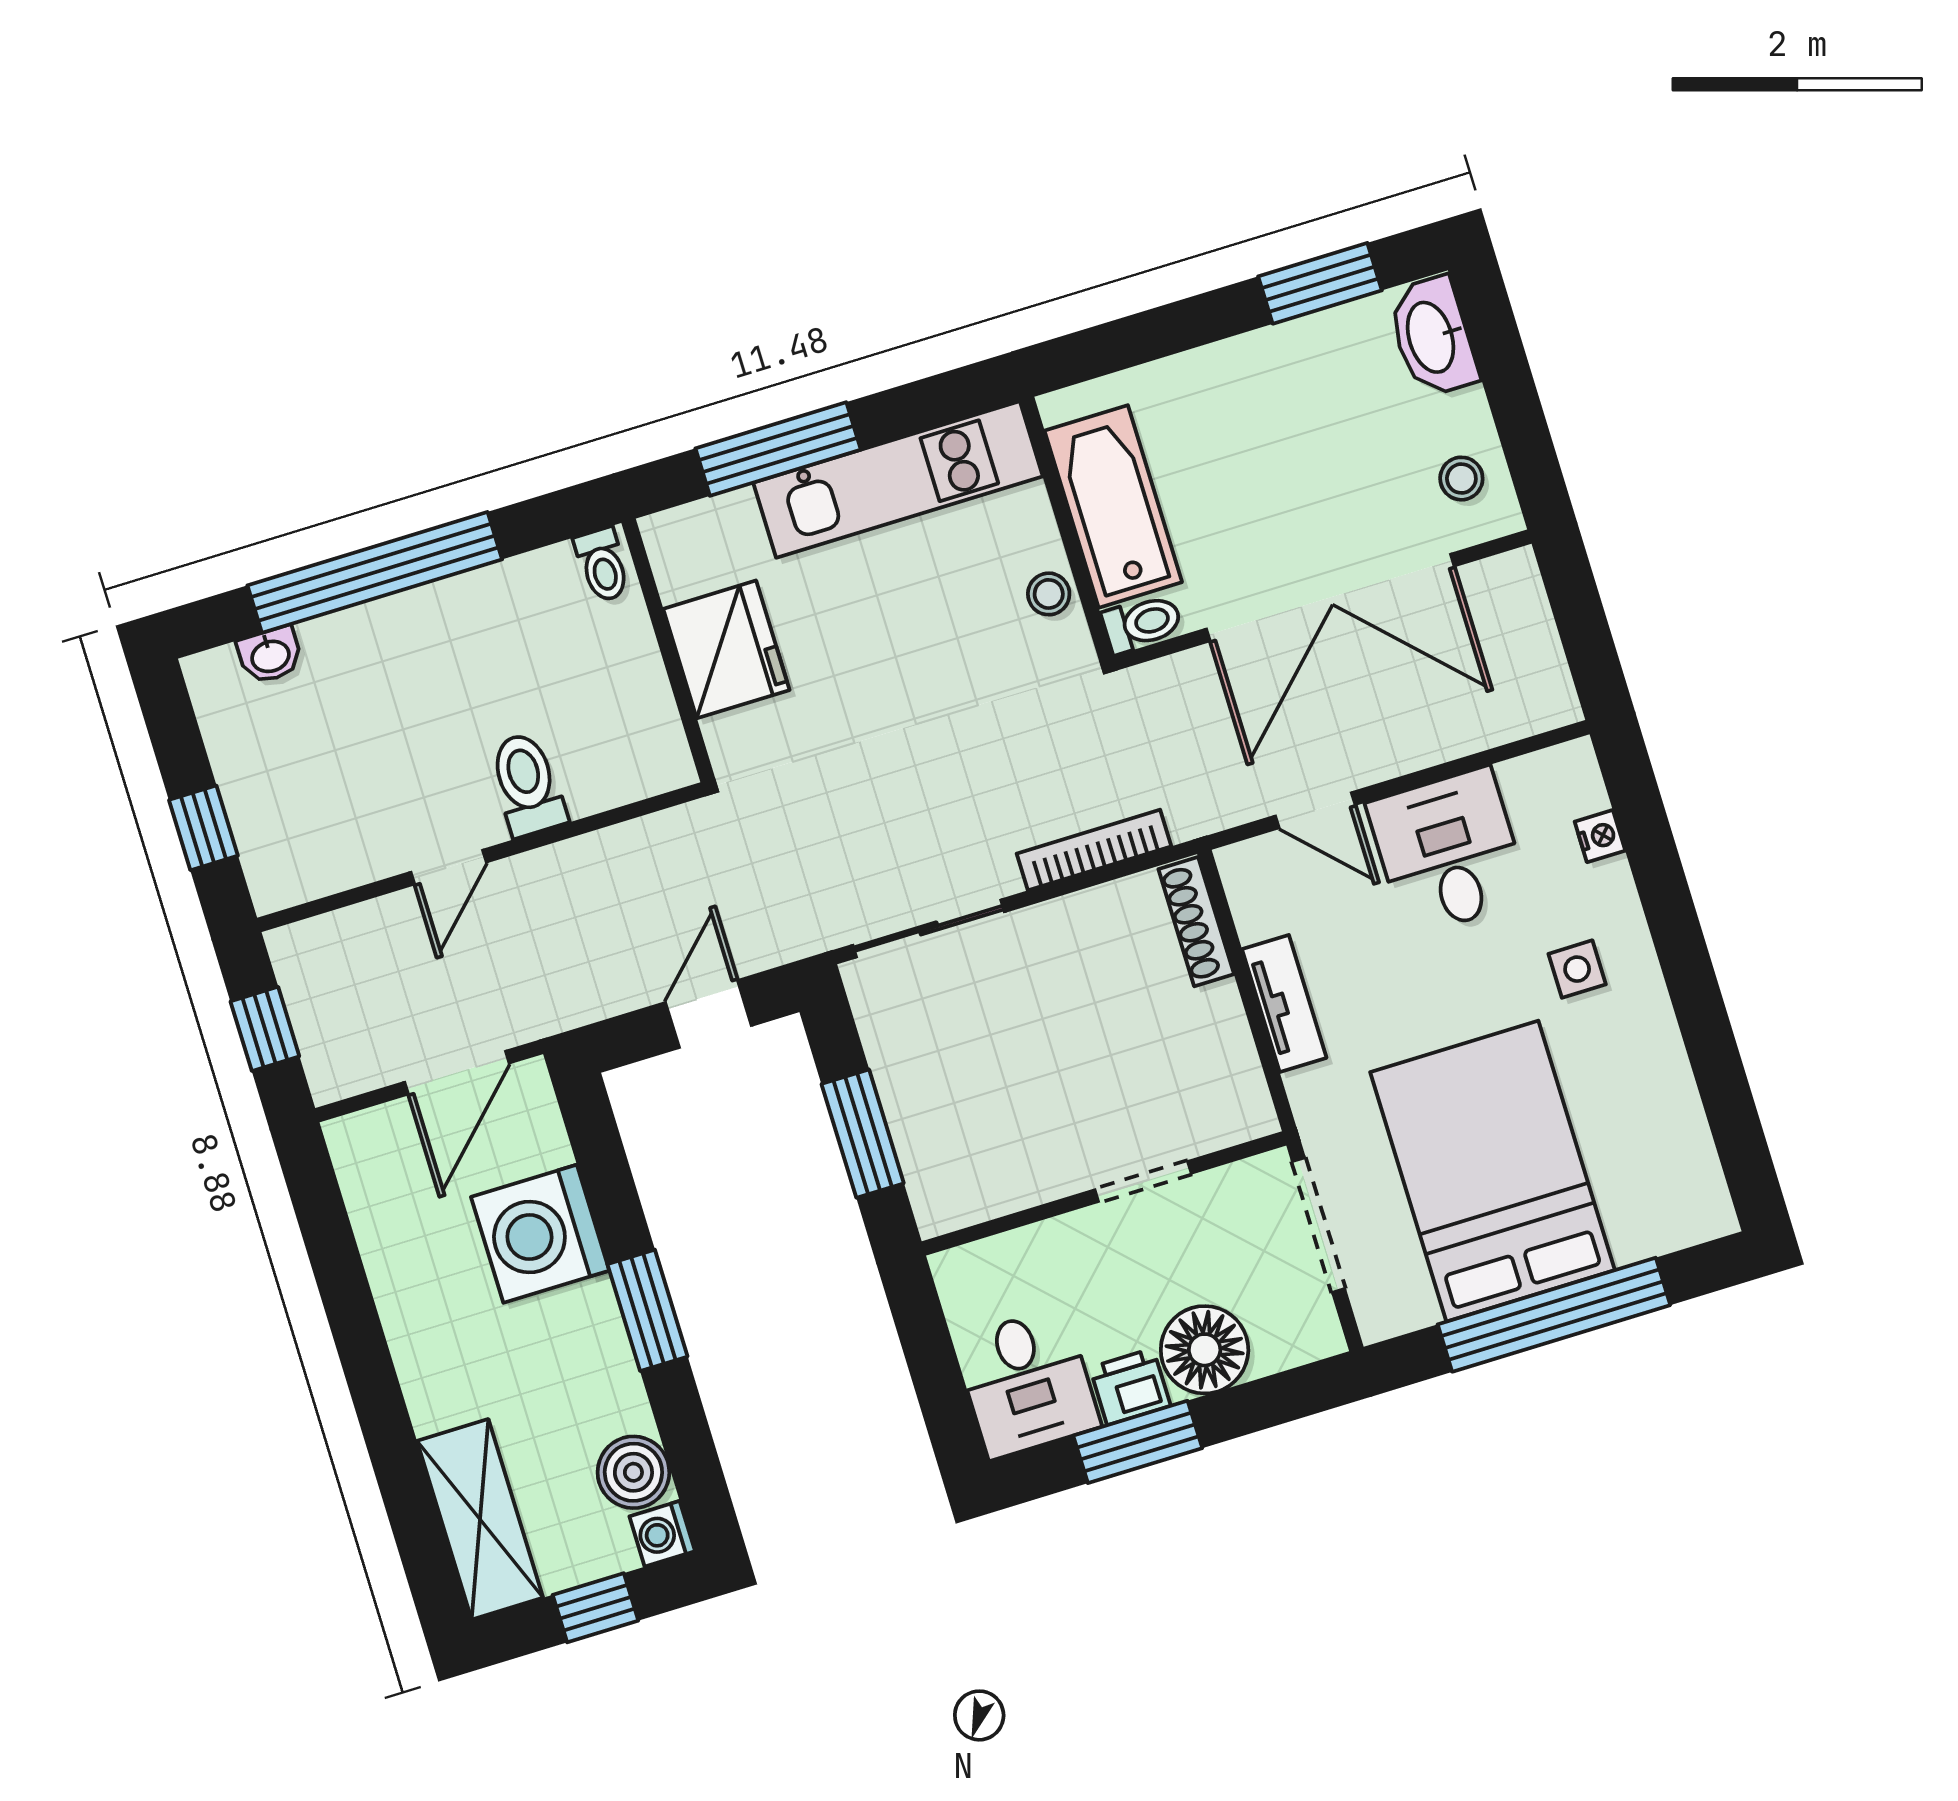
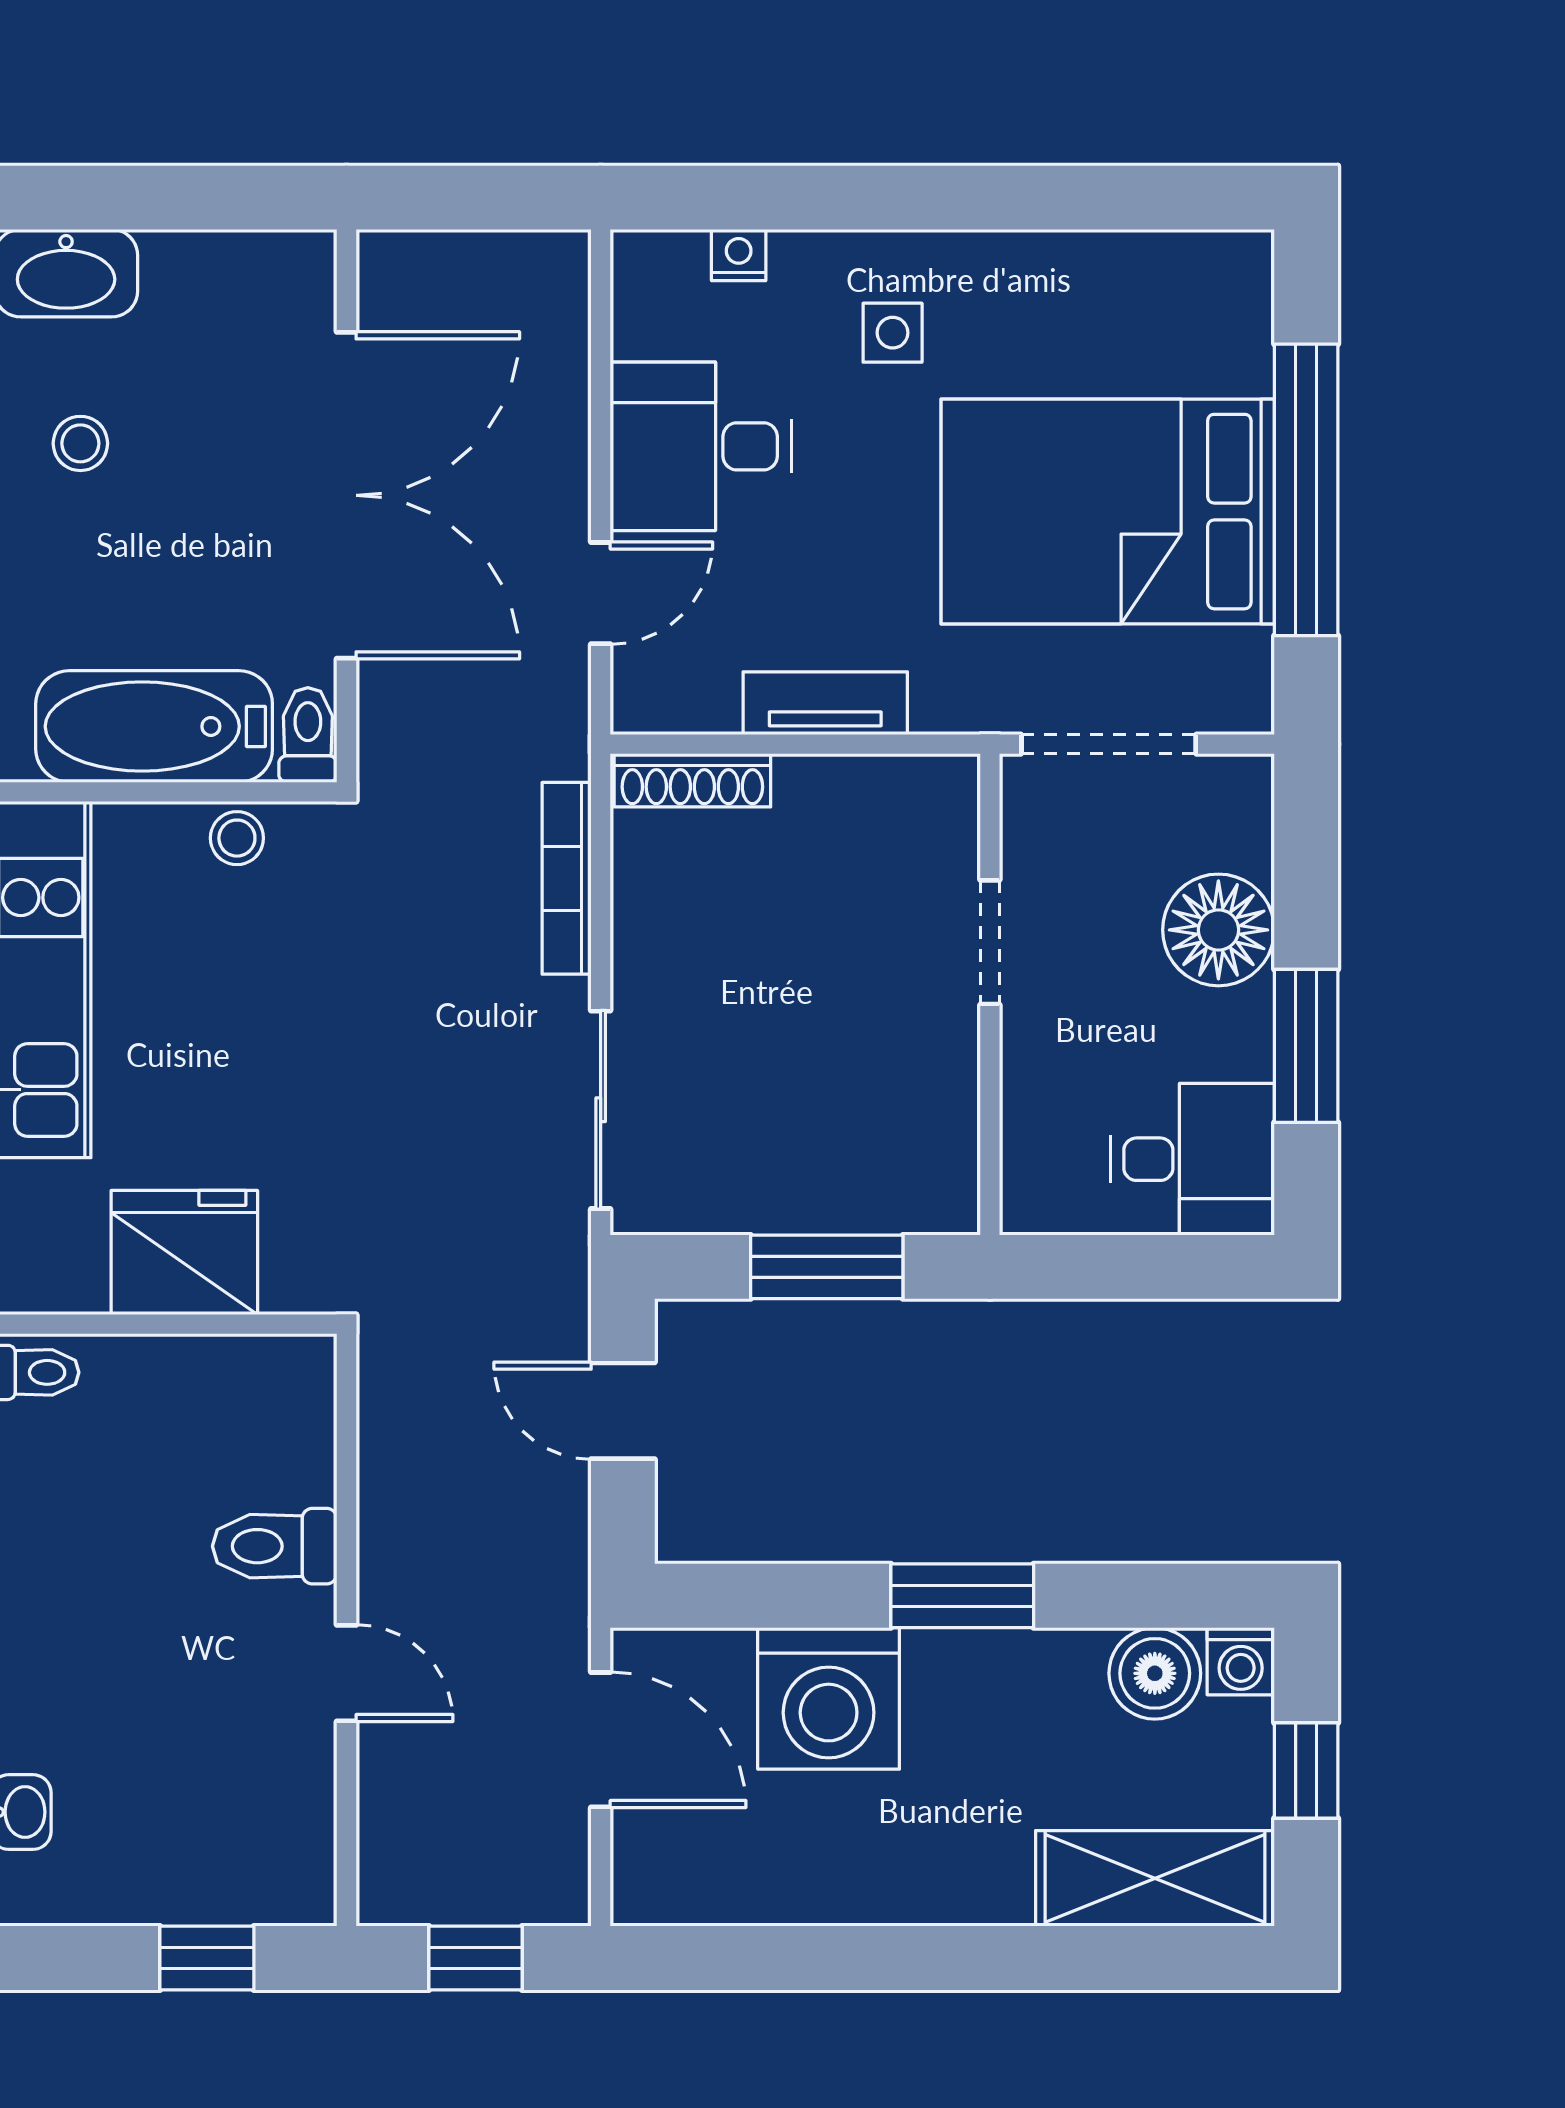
stool: (1461, 479) -> (80, 443), moved
printer: (1130, 1387) -> (1236, 1035), removed

